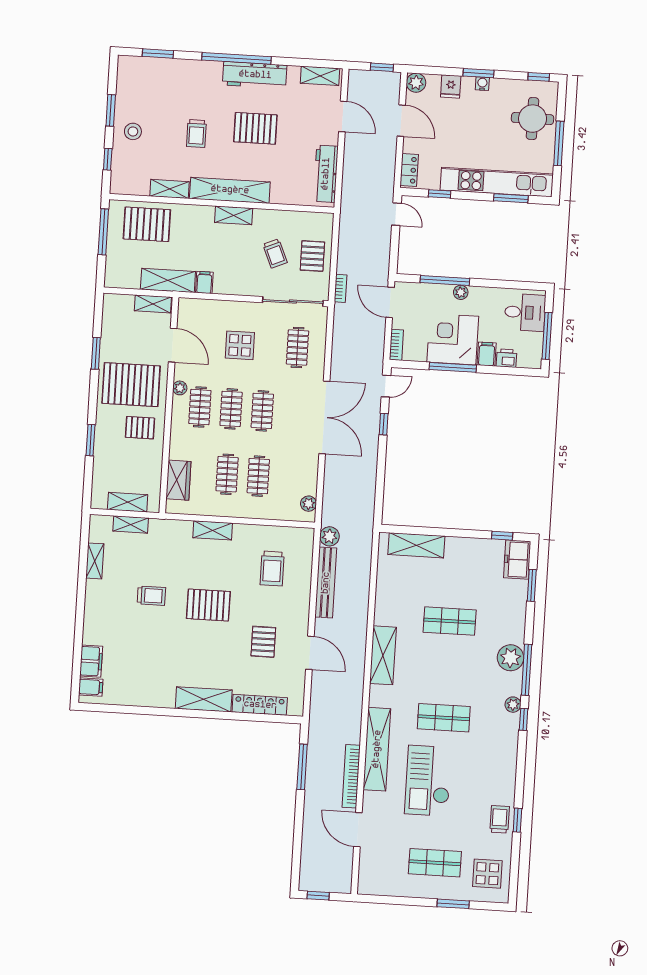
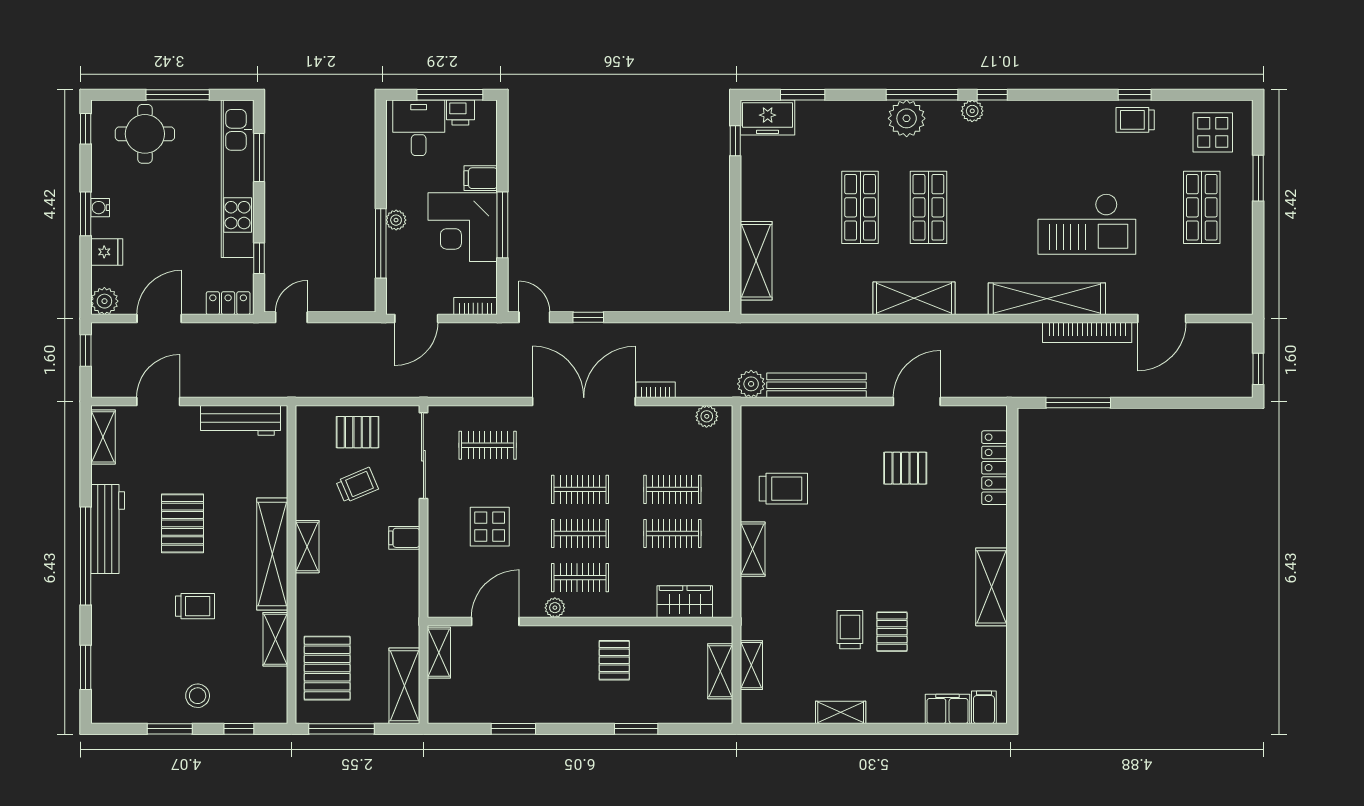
shelving: (168, 280) -> (404, 686), moved
filing cabinet: (204, 282) -> (404, 538), moved
bookcase: (341, 288) -> (656, 390), moved
printer: (507, 358) -> (460, 112), moved, turned -90
pallet: (131, 385) -> (554, 677), removed
shelving: (95, 561) -> (841, 712), moved
trolley: (272, 569) -> (783, 489), moved
pallet: (208, 605) -> (892, 632), moved, width x0.67, depth x0.71
shelving: (204, 699) -> (991, 587), moved
shop shelf: (444, 718) -> (928, 207), moved

